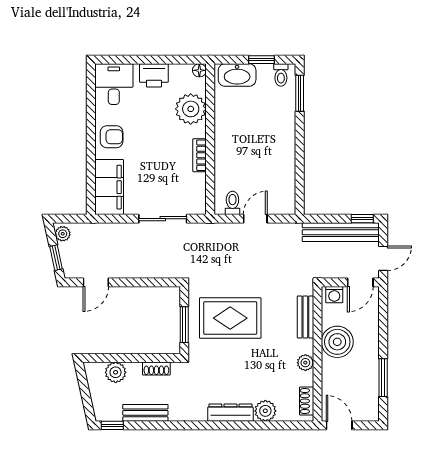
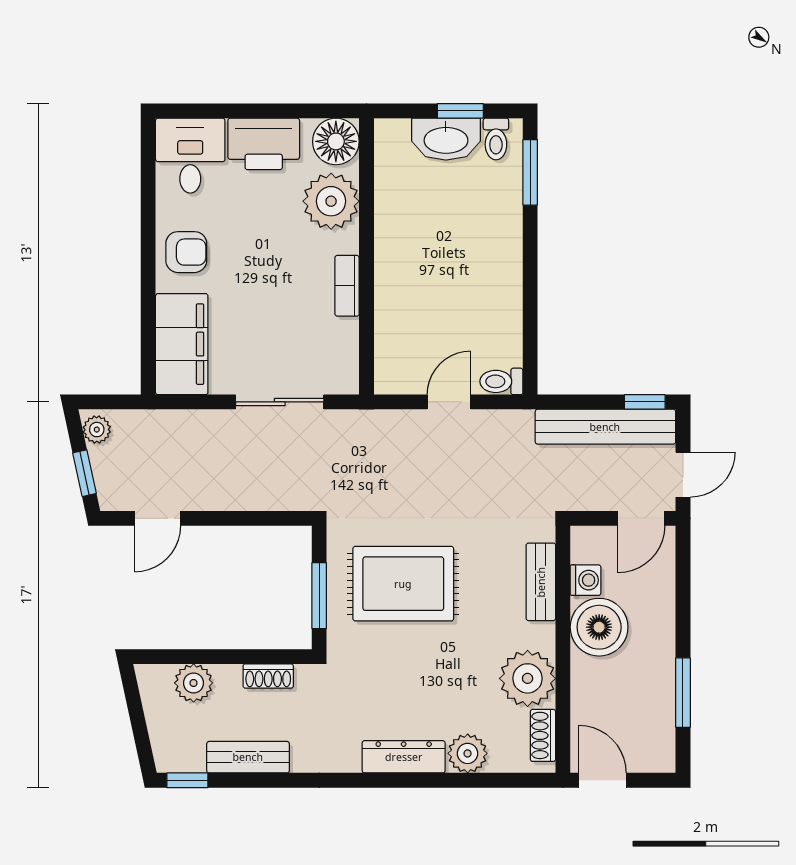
floor lamp: (199, 70) -> (336, 141), width x1.89, depth x1.89
printer: (154, 75) -> (264, 144), width x1.37, depth x1.19
washbasin: (237, 75) -> (446, 139), moved
toilet: (232, 203) -> (501, 381), moved, turned -90
washing machine: (334, 295) -> (585, 580), moved, turned -90
plant: (305, 363) -> (528, 678), width x1.87, depth x1.87

